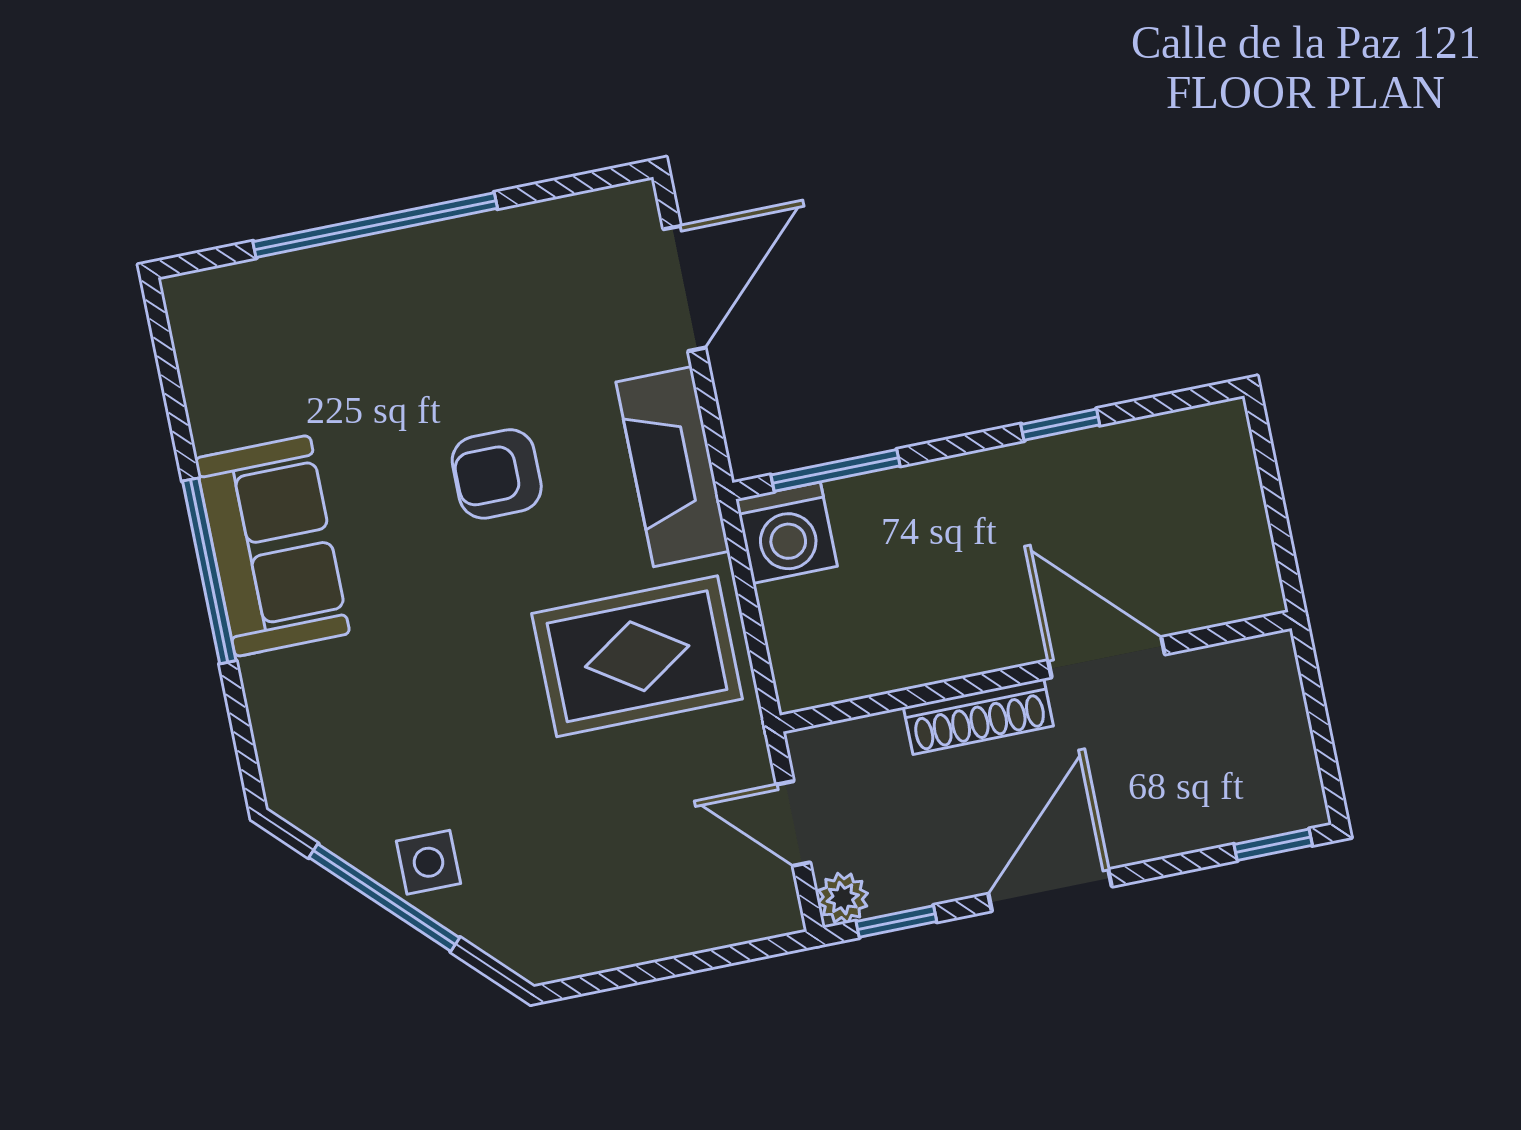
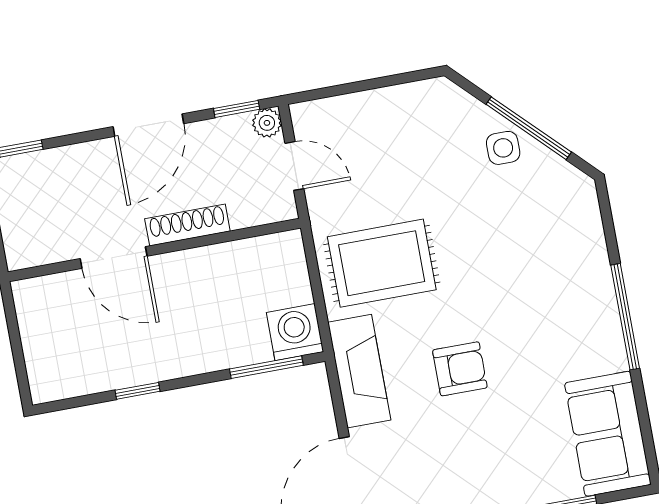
sofa: (272, 546) -> (608, 434), moved

